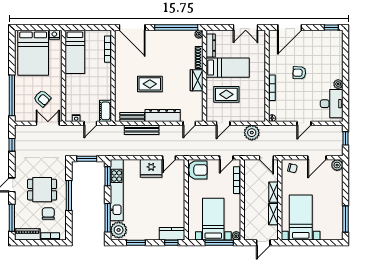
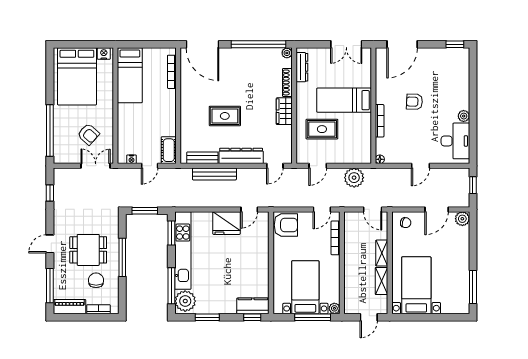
bed: (228, 68) -> (344, 100), moved, turned 180

